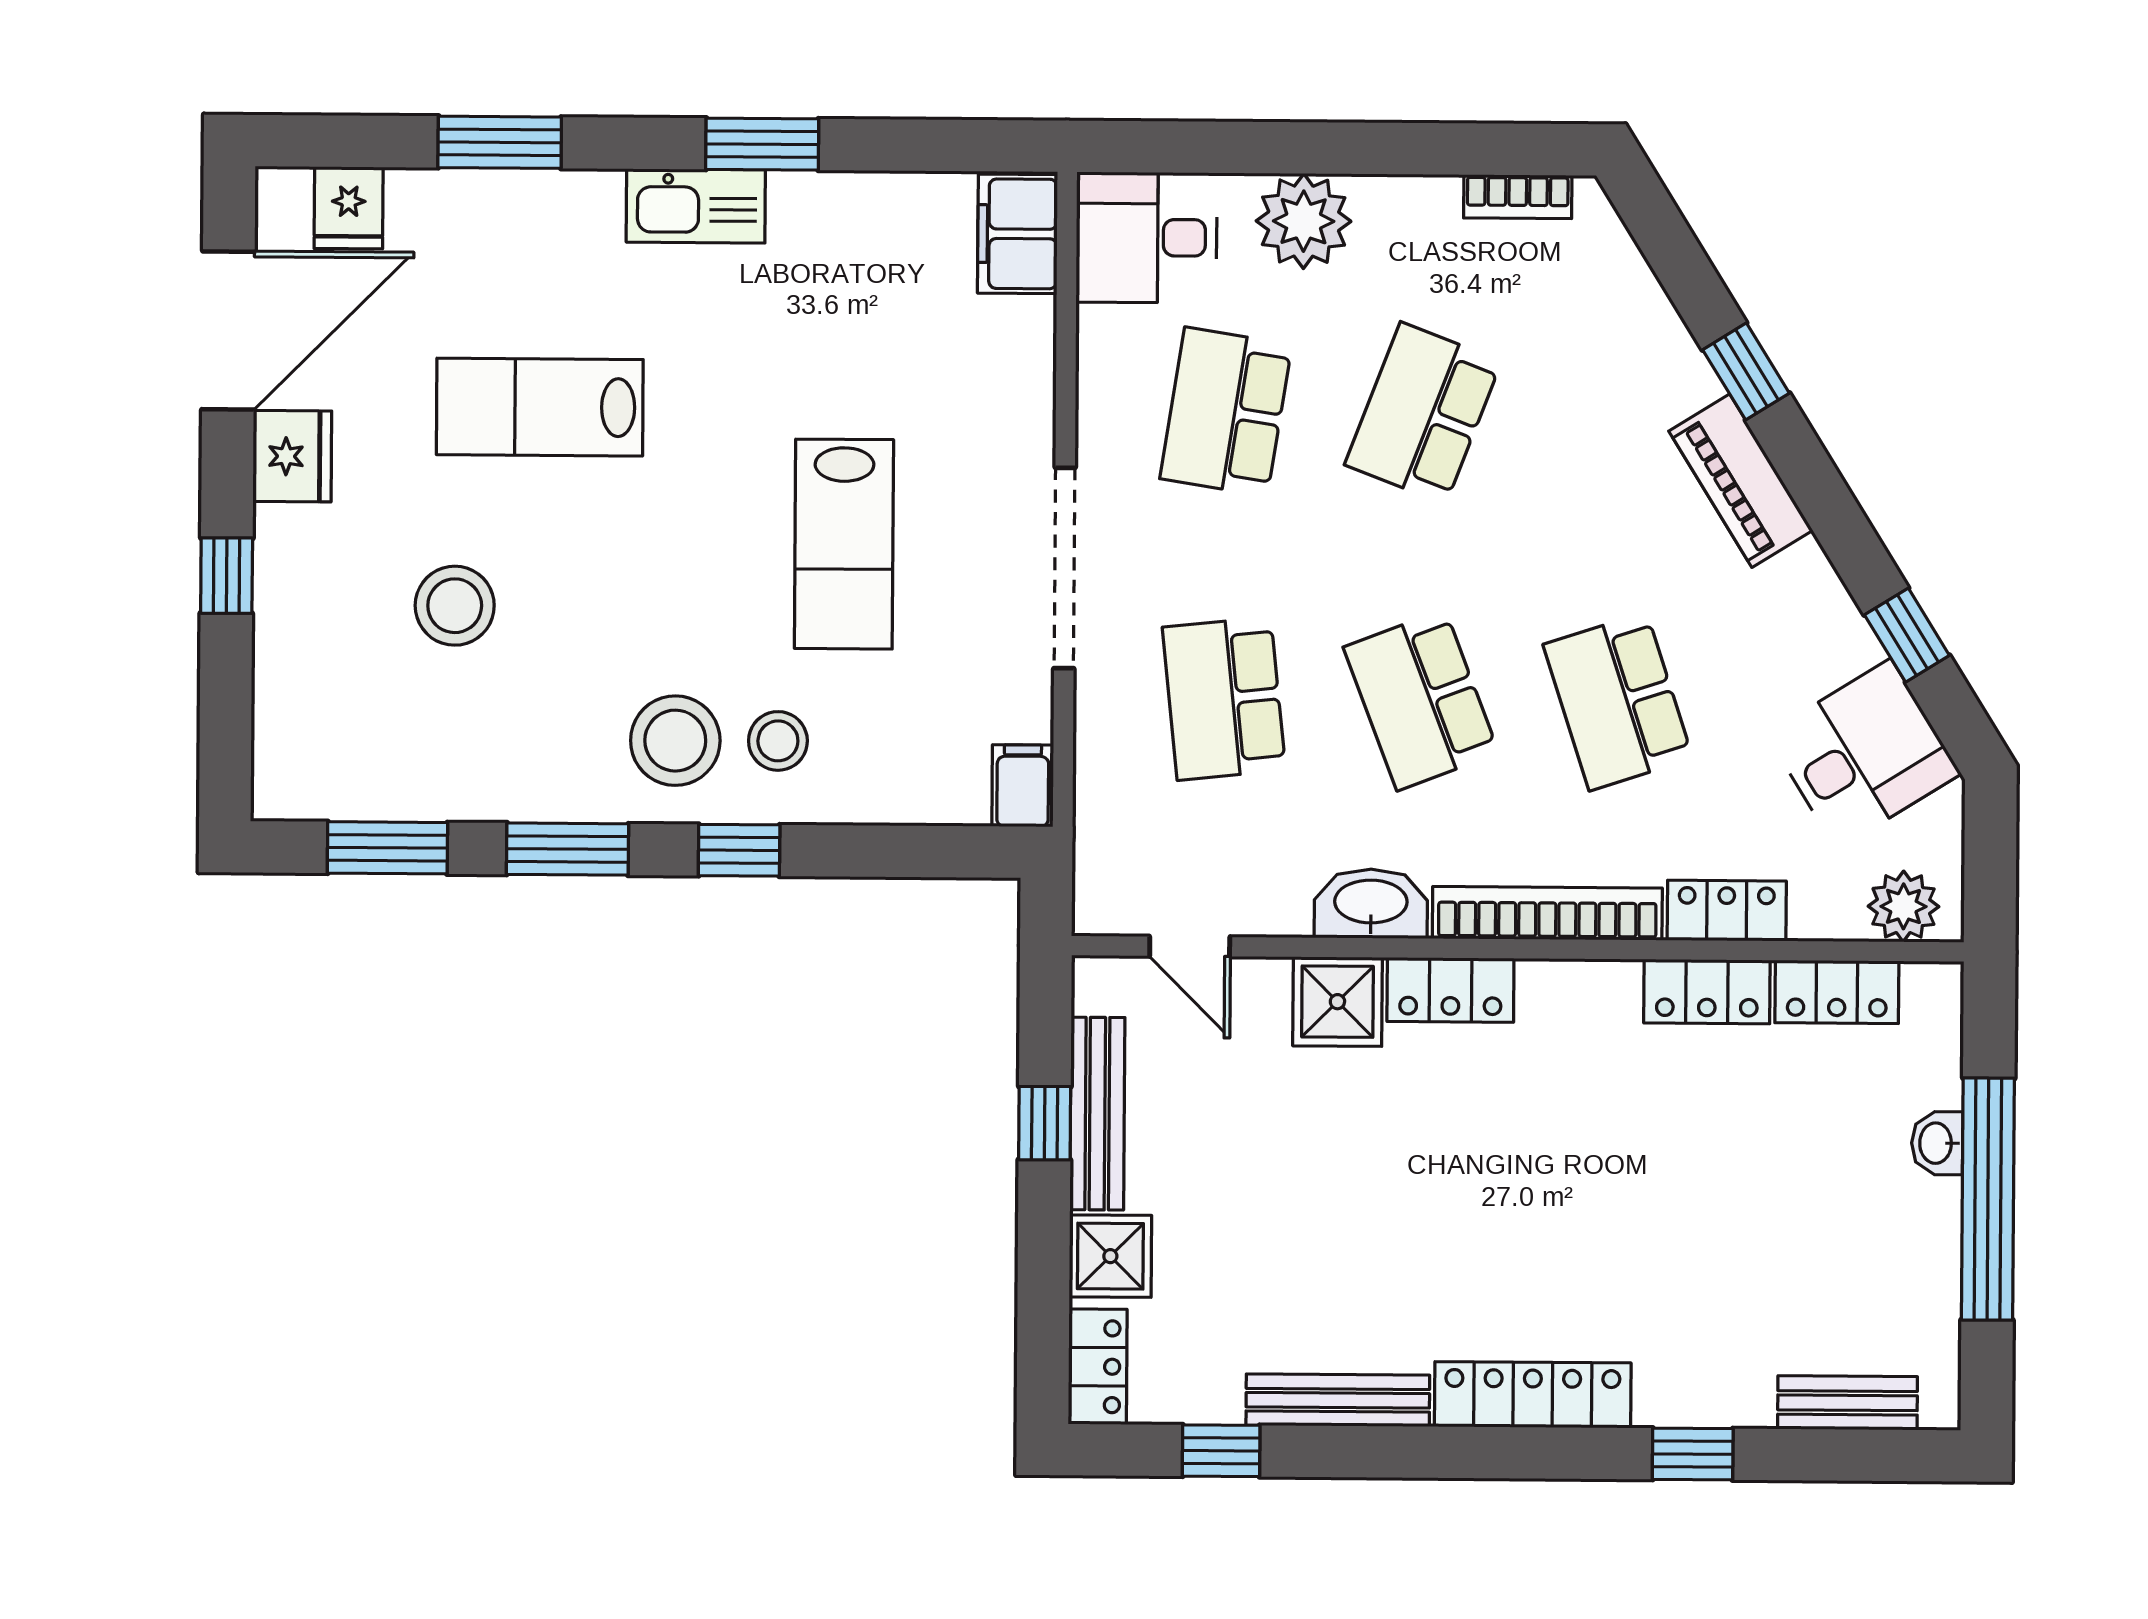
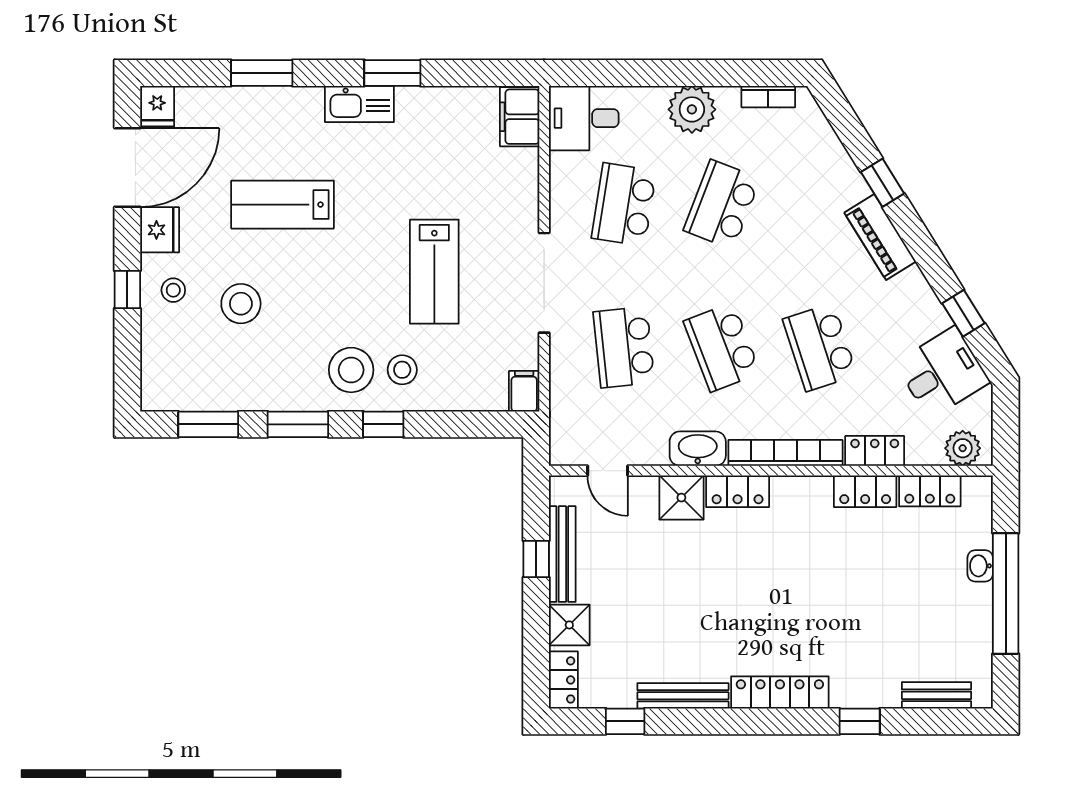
fridge: (349, 208) -> (157, 106), moved
plant: (1304, 221) -> (692, 109), moved
stool: (319, 578) -> (173, 290), added

